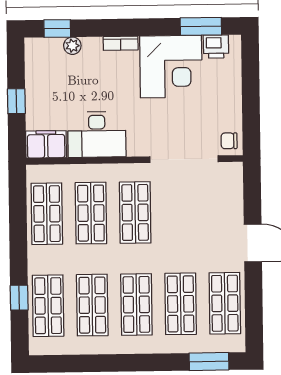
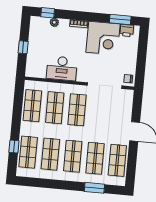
filing cabinet: (46, 144) -> (36, 71), removed
window: (209, 362) -> (94, 188), moved

